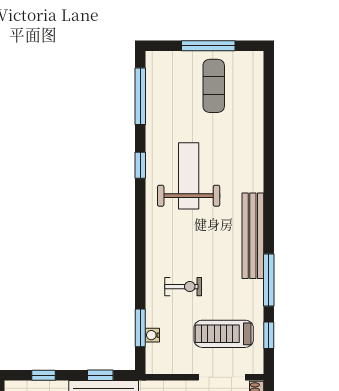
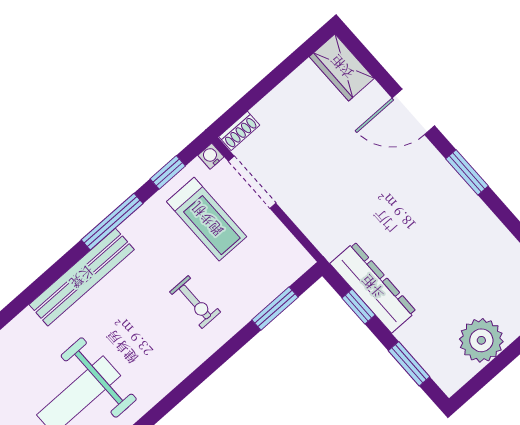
exercise bike: (183, 287) -> (195, 302), turned 180
water cooler: (152, 335) -> (211, 156), moved, turned 180
window: (43, 375) -> (409, 364), width x1.50

